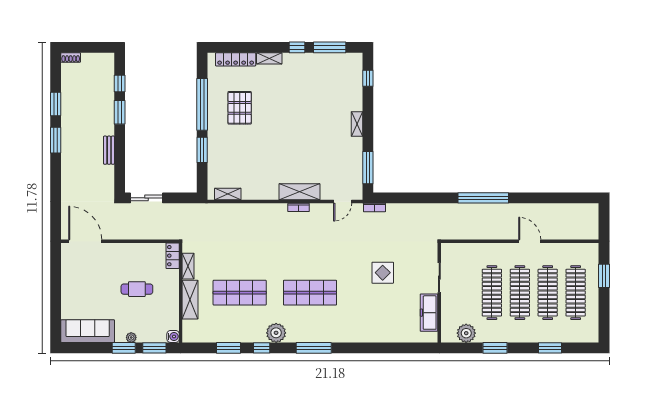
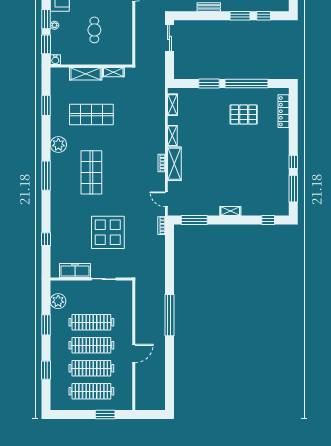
shelving: (269, 58) -> (172, 136), moved
locker: (173, 256) -> (122, 59), removed
display table: (383, 273) -> (108, 232), width x1.86, depth x1.86
shop shelf: (240, 293) -> (91, 115), turned 90
window: (262, 348) -> (46, 239), moved

